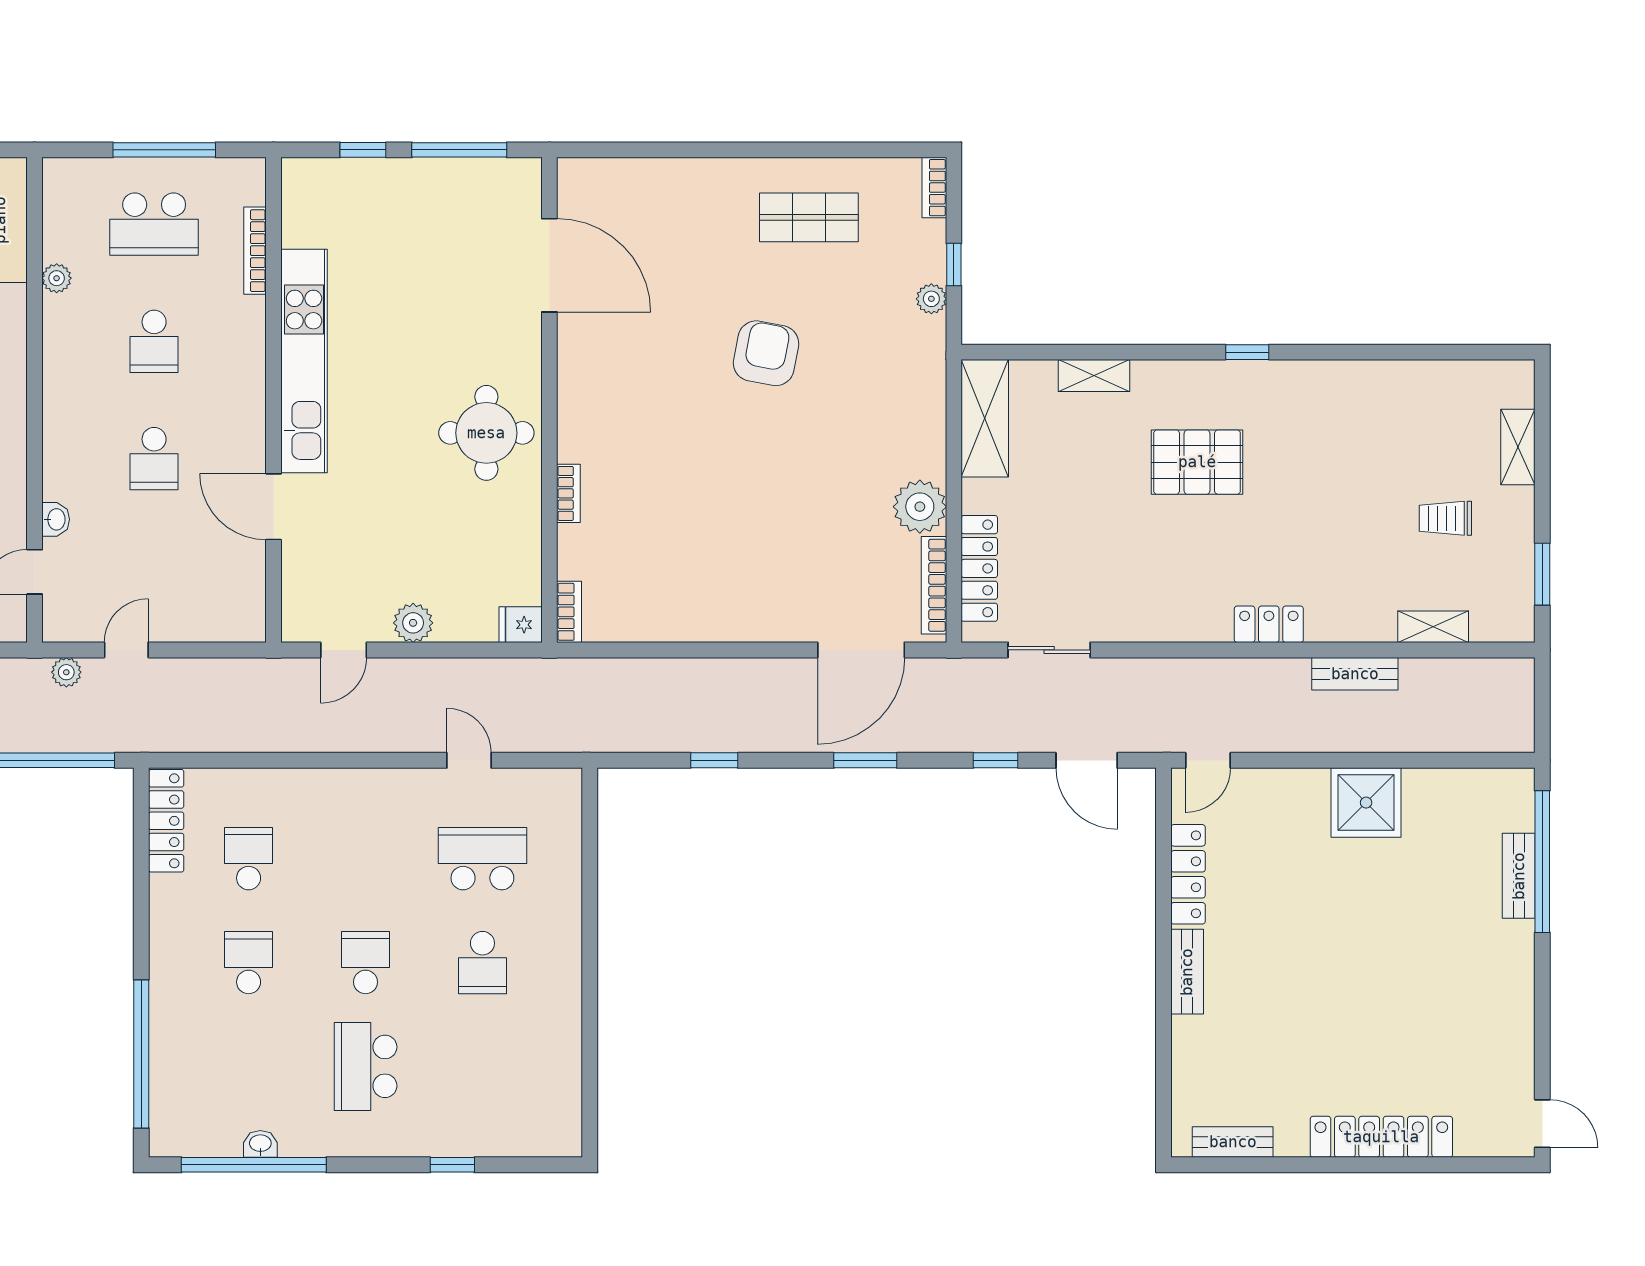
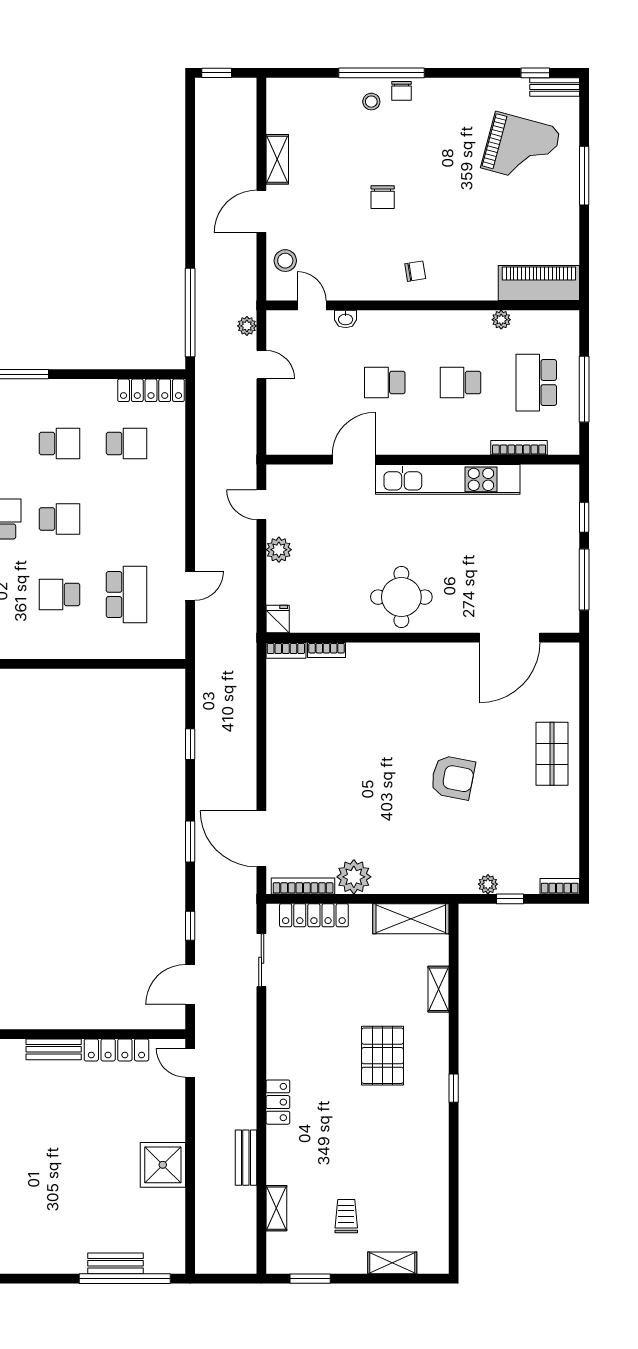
shop shelf: (809, 217) -> (552, 754), moved
bookcase: (568, 493) -> (327, 650), moved

